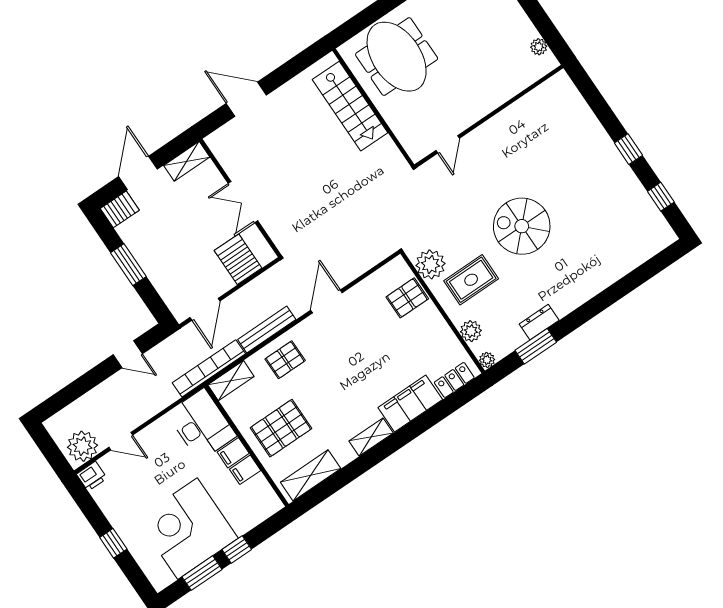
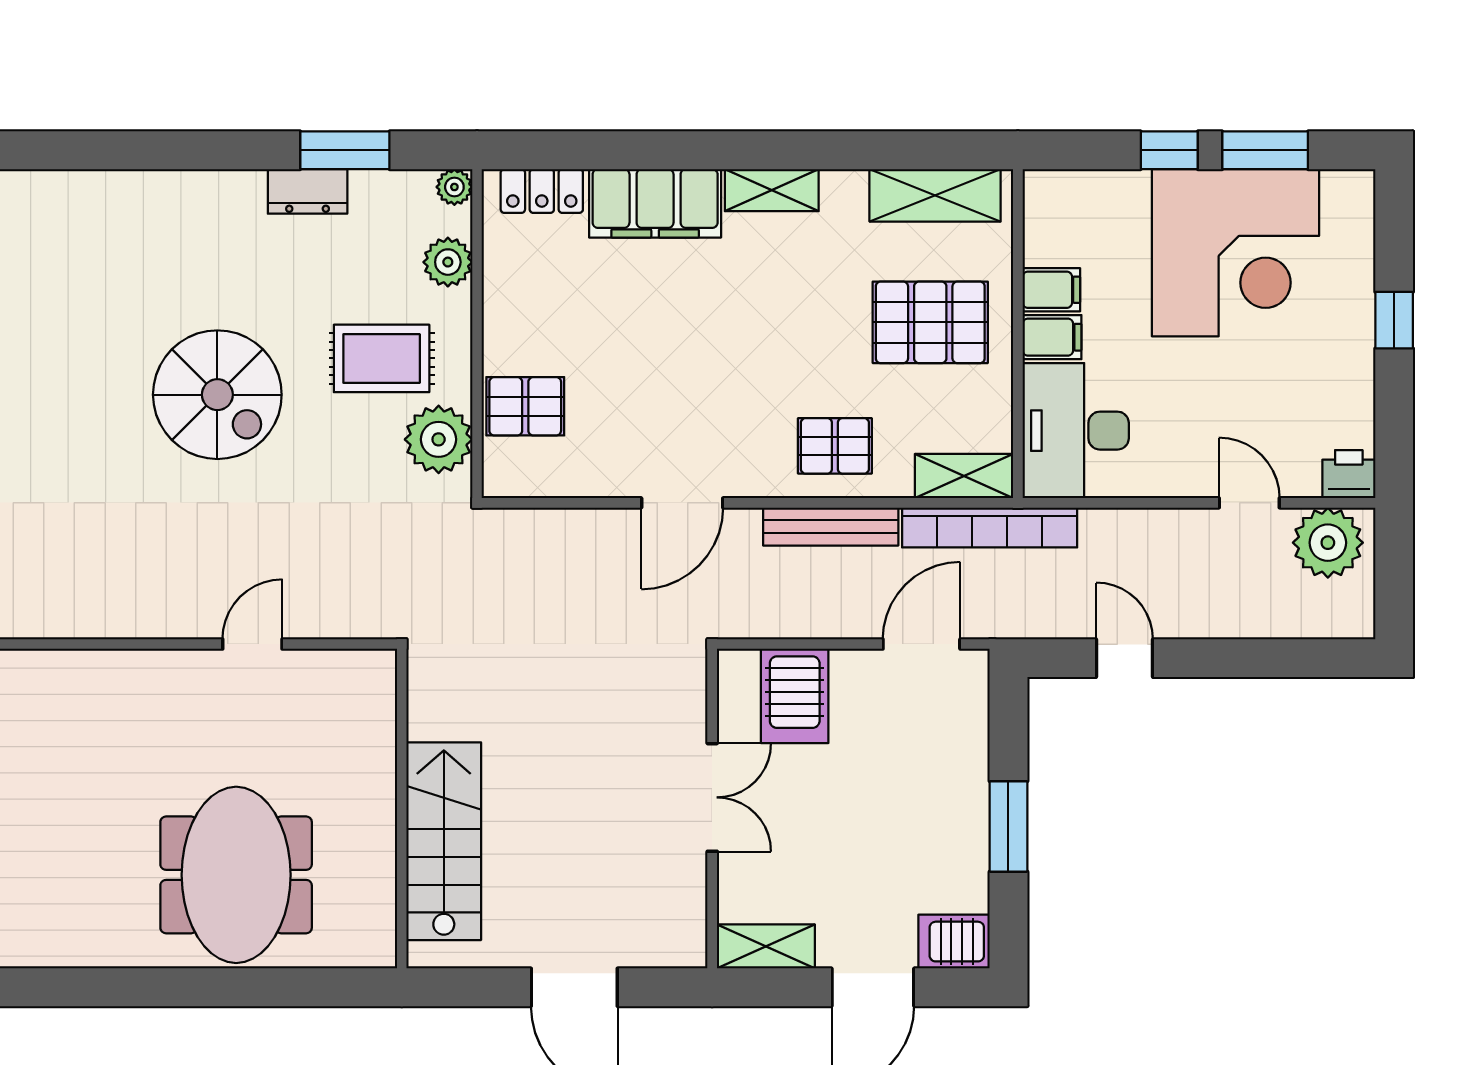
stairs: (350, 106) -> (444, 841), moved
wall: (373, 108) -> (402, 809), moved

